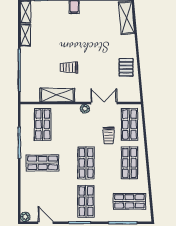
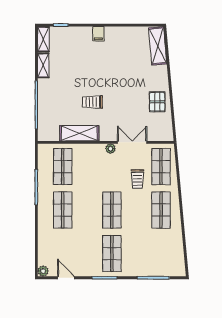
shop shelf: (43, 163) -> (63, 210), turned 90
shop shelf: (129, 201) -> (161, 254), removed

